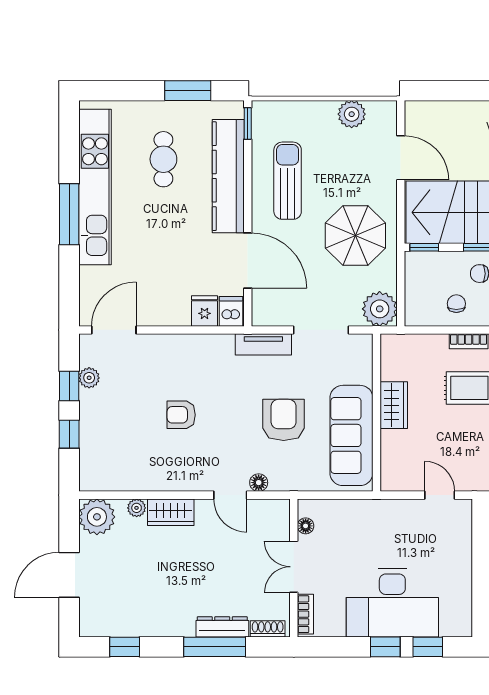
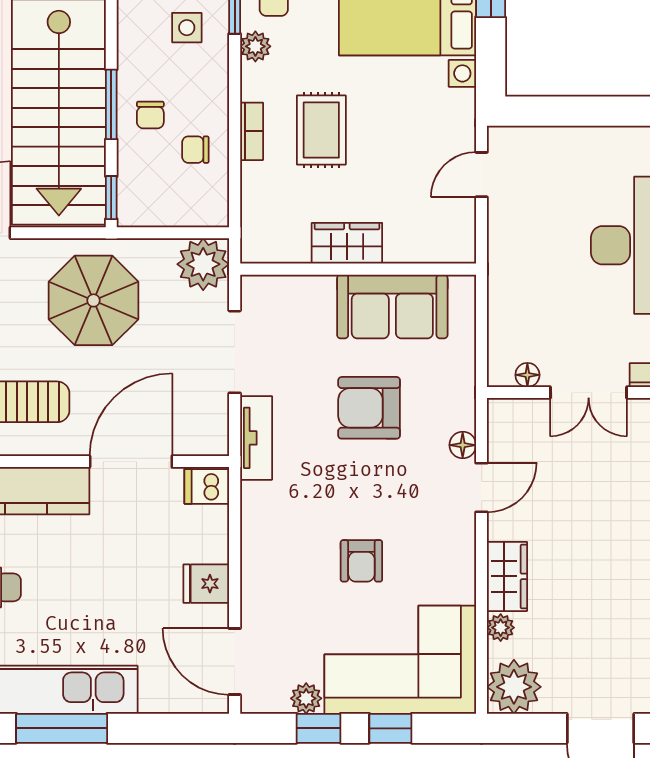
fridge: (205, 311) -> (206, 584), moved
sofa: (351, 435) -> (392, 306), width x0.73
corner sofa: (115, 441) -> (400, 660), added

